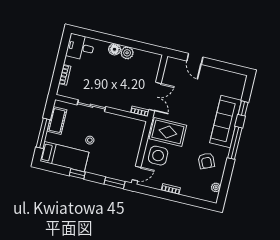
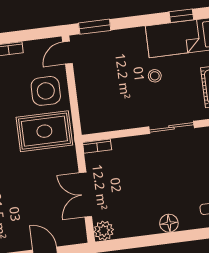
plant: (127, 53) -> (104, 231), moved
double door: (155, 97) -> (85, 195), moved
window: (77, 174) -> (181, 16), moved

